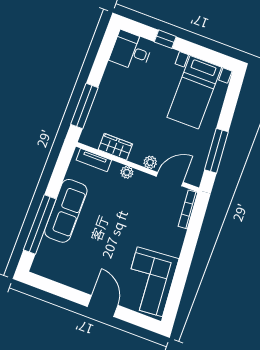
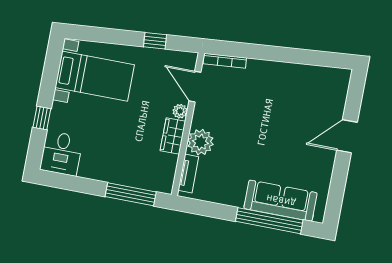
wardrobe: (115, 147) -> (173, 136), moved
window: (216, 151) -> (155, 41), width x0.46
plant: (127, 172) -> (200, 142), width x1.87, depth x1.87
sofa: (66, 211) -> (281, 201), moved
corner sofa: (150, 282) -> (311, 89), removed

